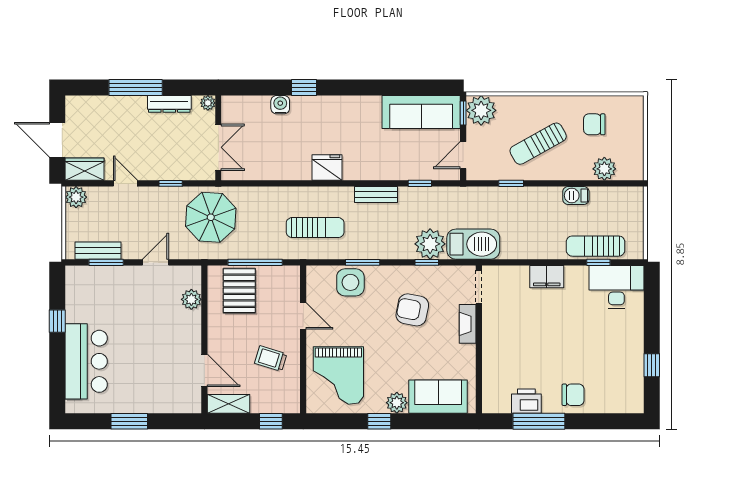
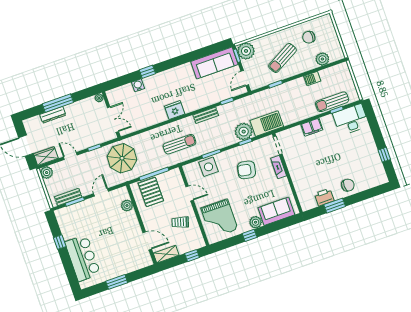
dresser: (169, 104) -> (53, 115), moved
window: (539, 421) -> (335, 206), width x0.69

